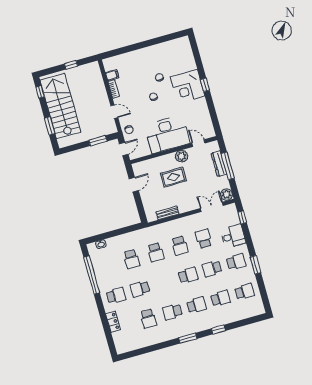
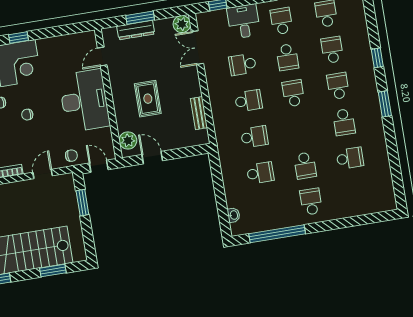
plant: (182, 156) -> (128, 141), moved
window: (228, 166) -> (140, 18), width x0.69
locker: (113, 322) -> (348, 210), removed

